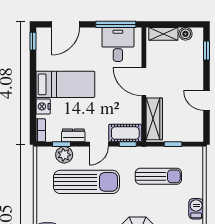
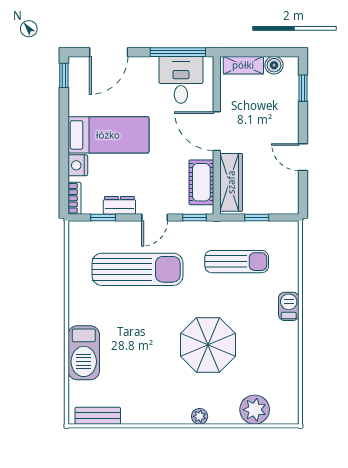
cot: (125, 133) -> (201, 182), moved, turned 90
plant: (64, 155) -> (107, 232), removed

